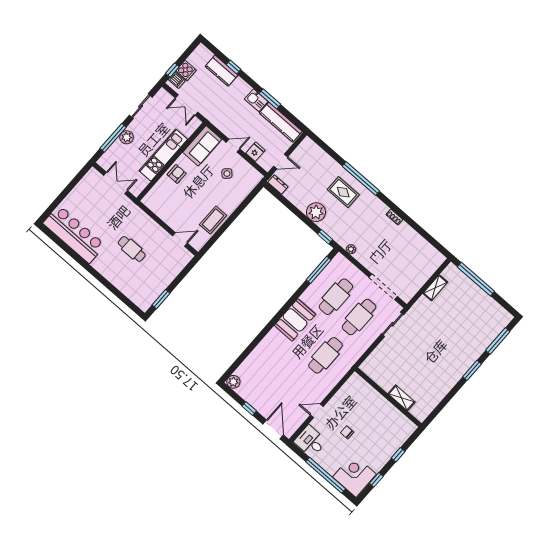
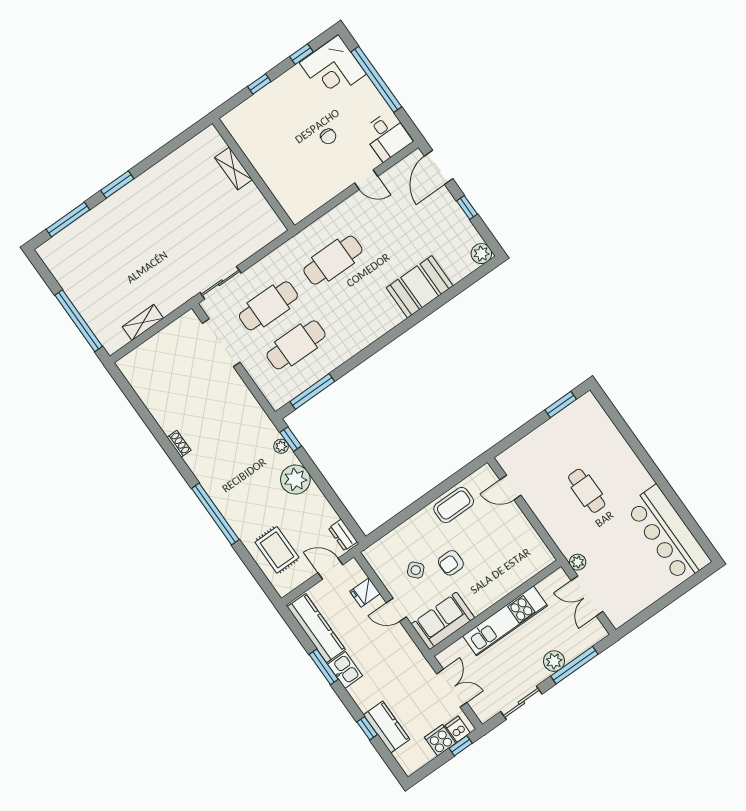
armchair: (177, 174) -> (451, 563), moved
rug: (343, 192) -> (277, 550), moved
plant: (127, 203) -> (578, 562), added
plant: (351, 249) -> (281, 446), moved
booth: (295, 320) -> (420, 287), moved

